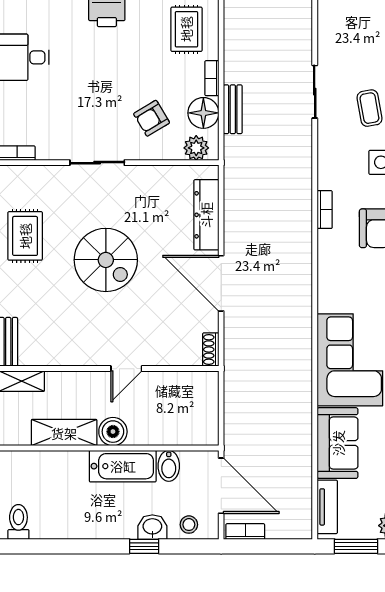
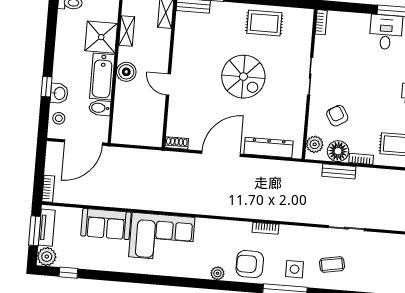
spiral stairs: (106, 260) -> (243, 77), turned -90
shelving: (64, 433) -> (127, 31), width x0.67, depth x0.75
shower: (65, 472) -> (101, 37), added
tv unit: (327, 507) -> (47, 228), moved, turned -90
bookcase: (245, 532) -> (48, 189), moved

